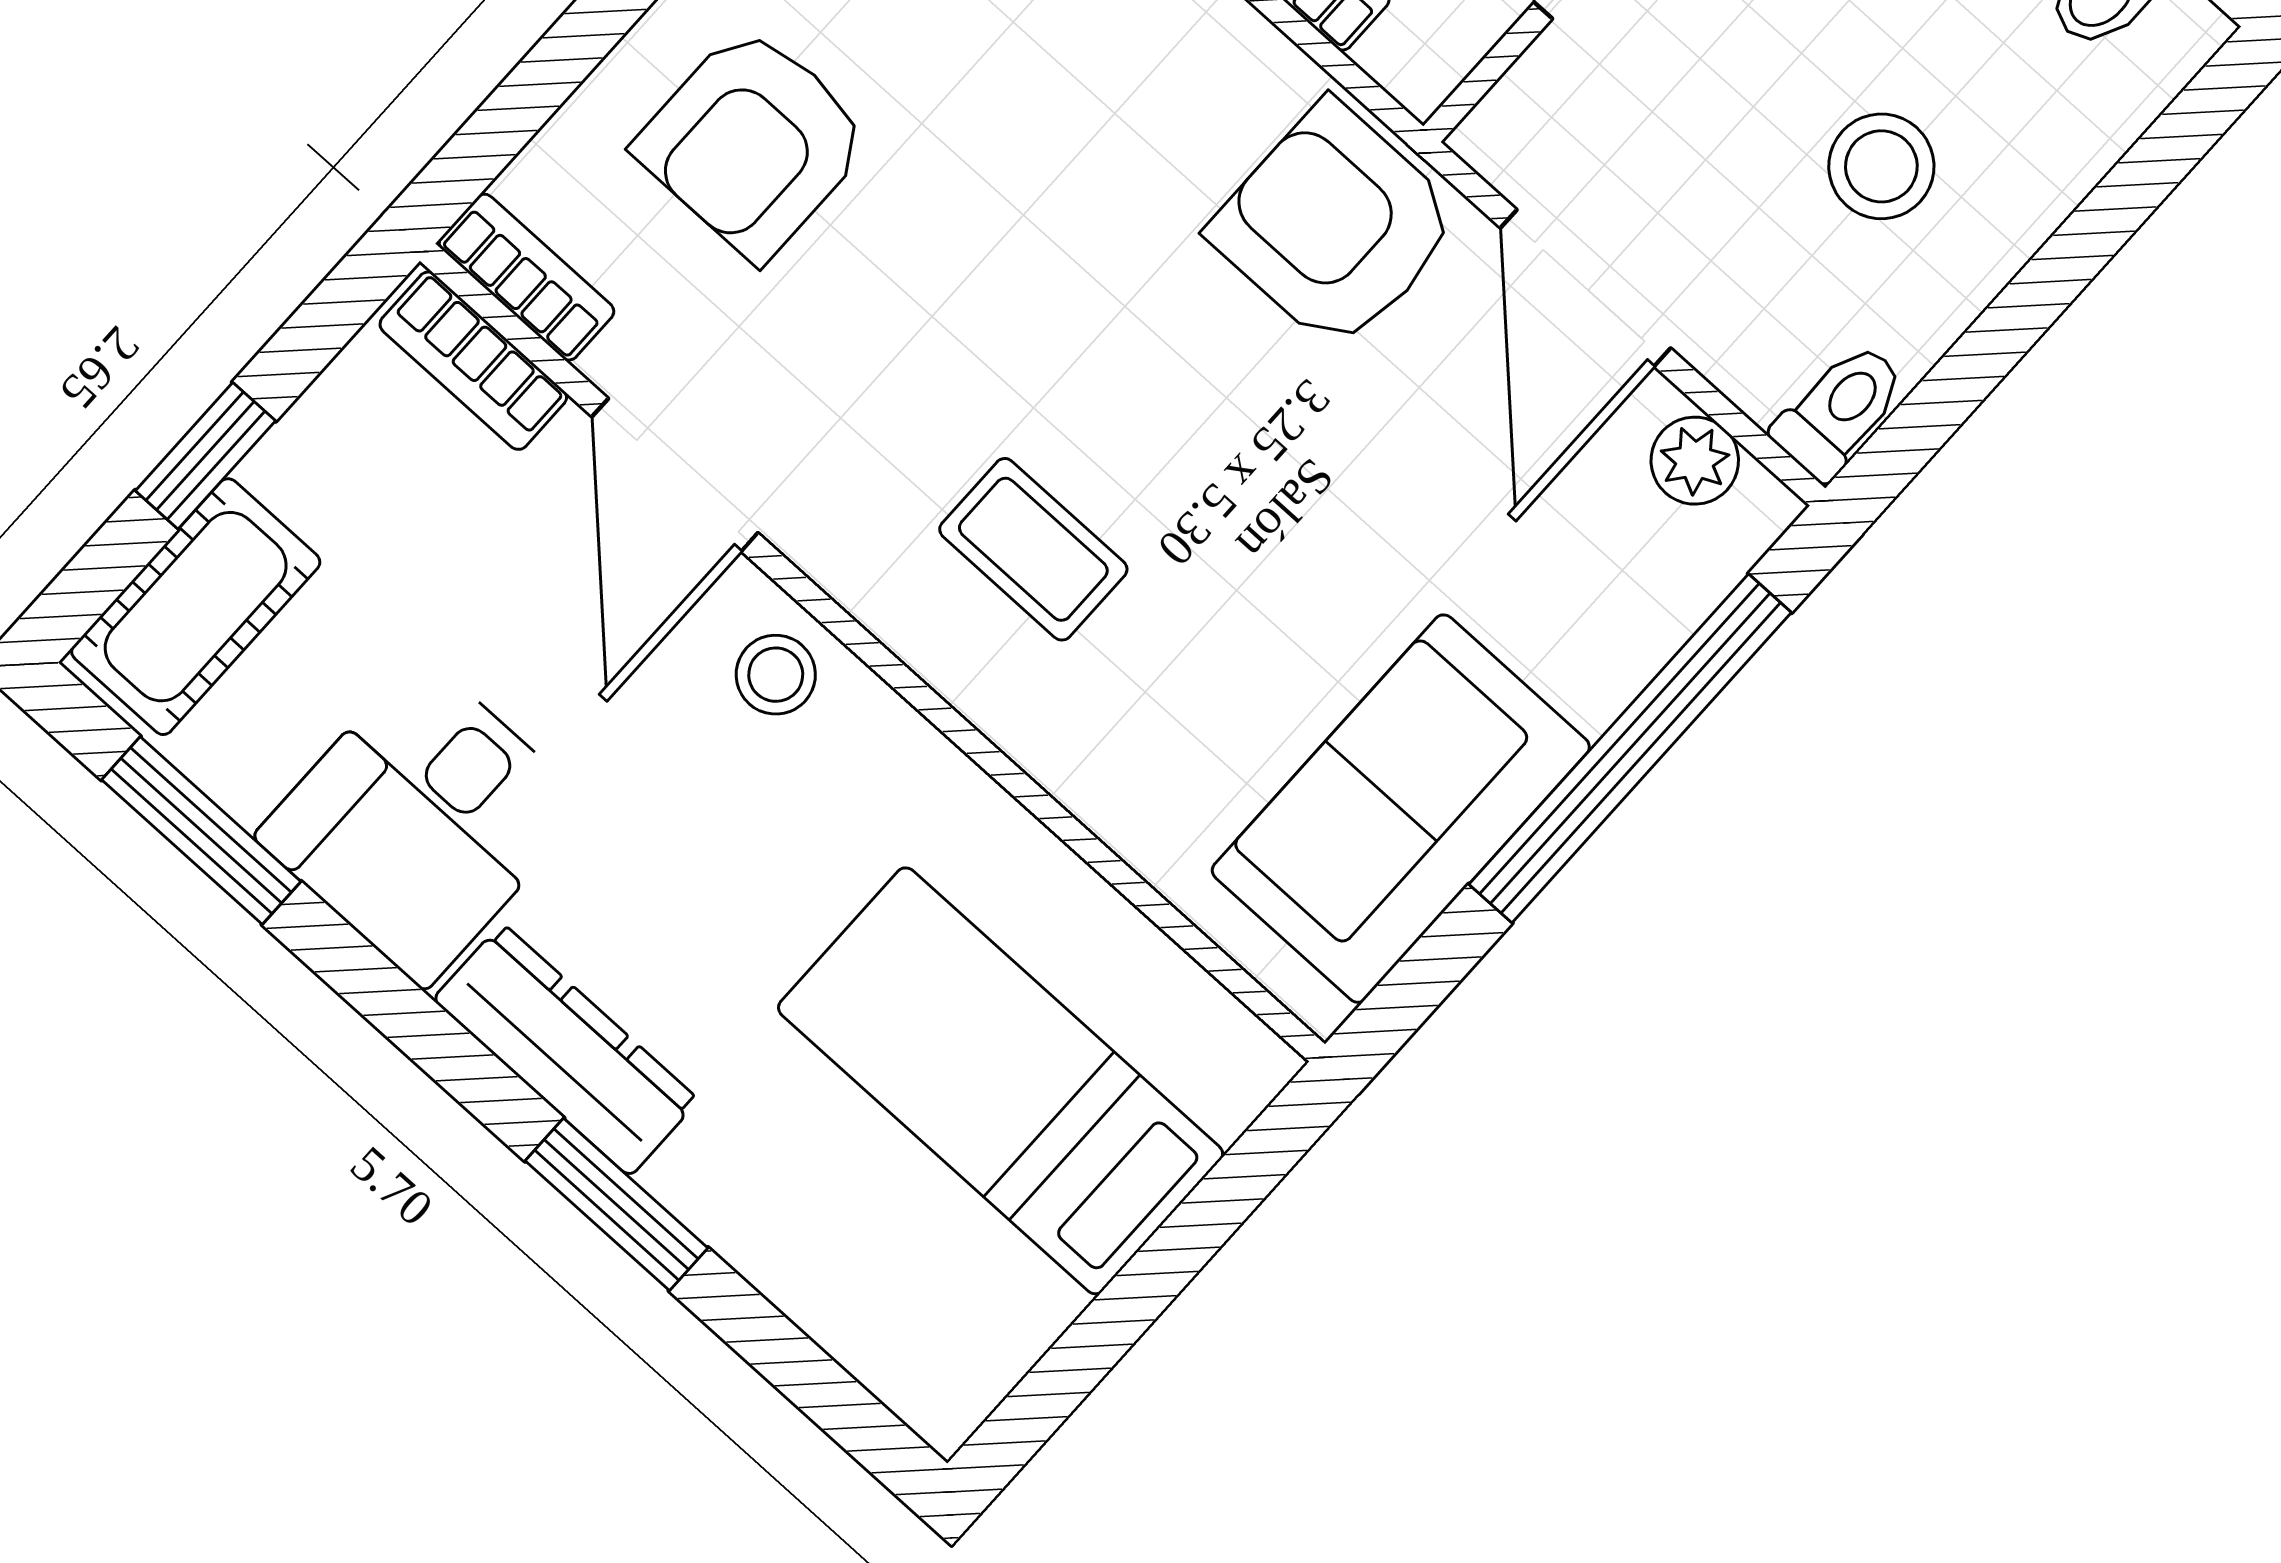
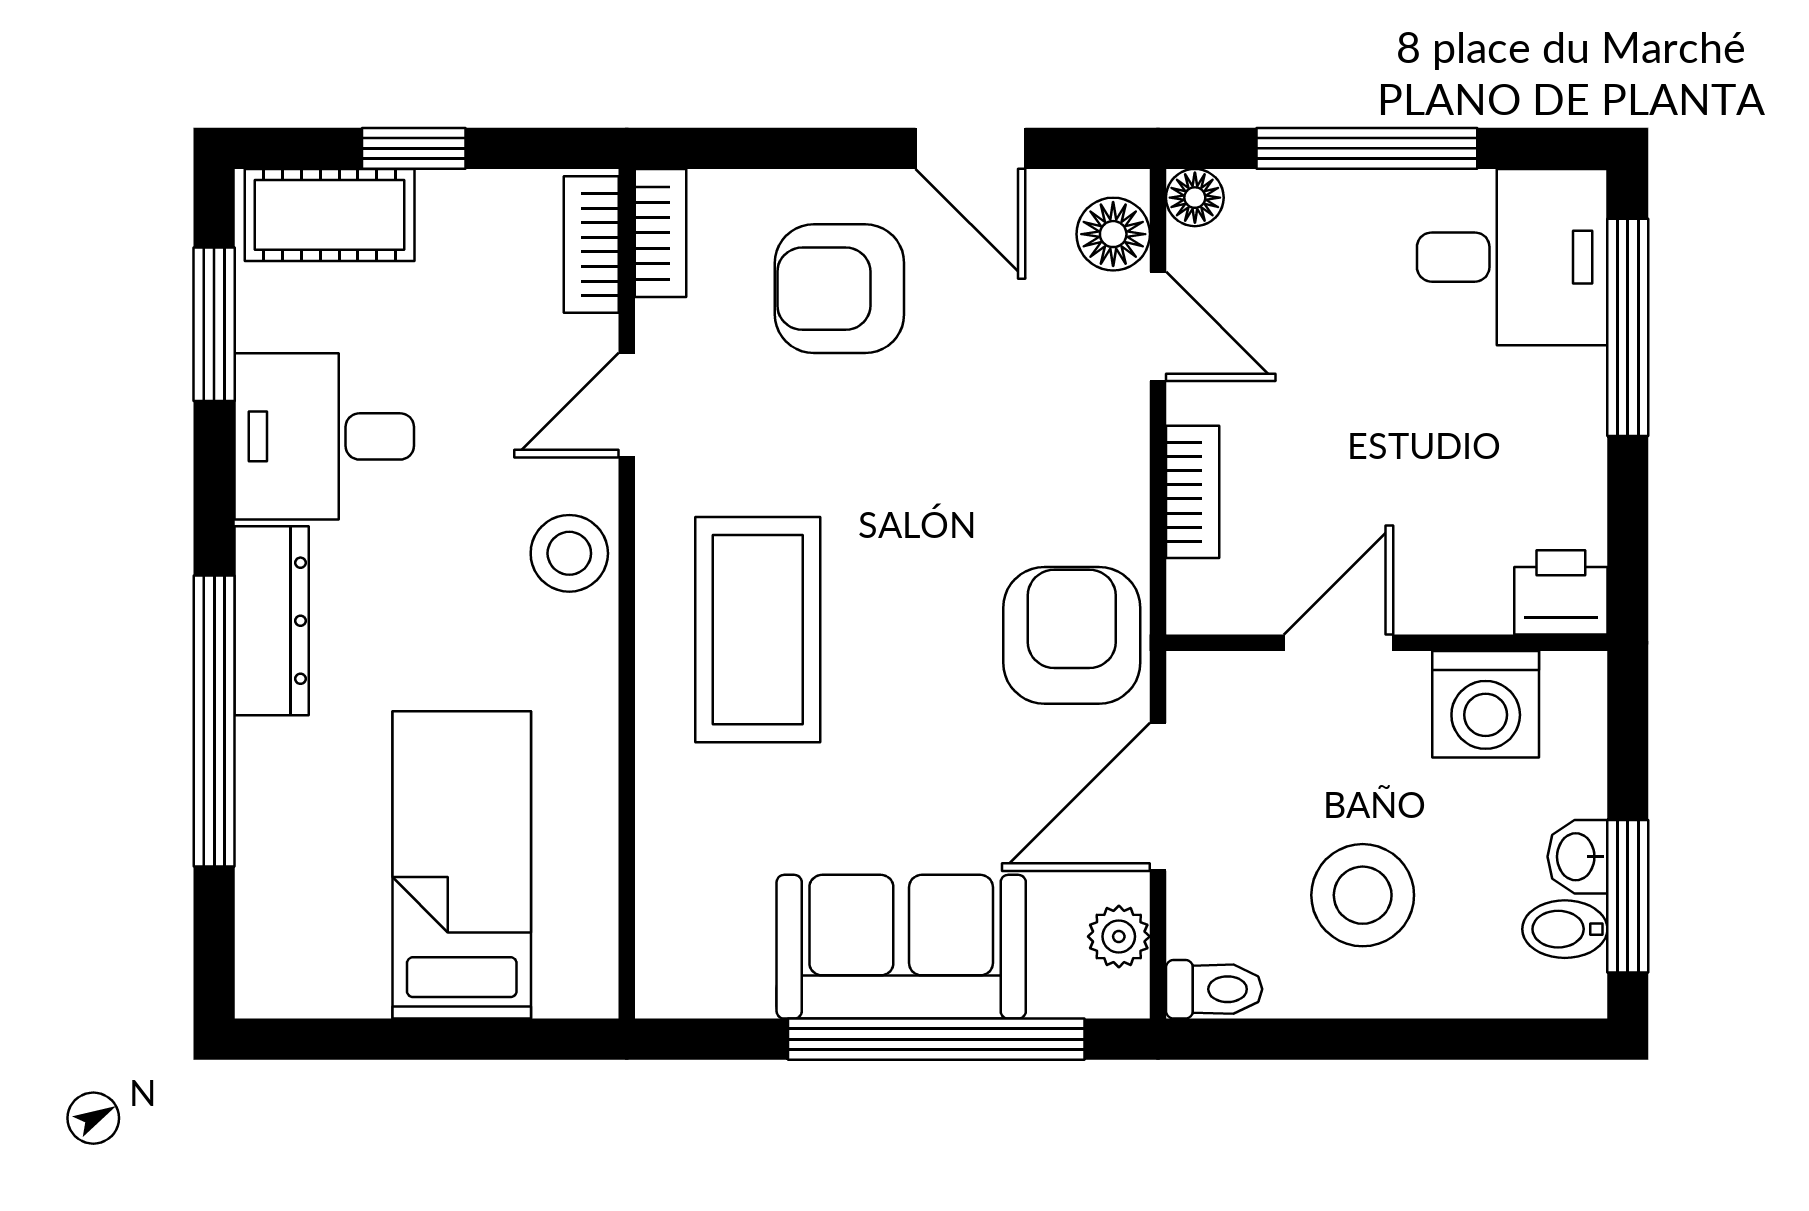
stool: (1881, 166) -> (1363, 895), width x1.38, depth x1.38
door: (675, 475) -> (627, 405), width x0.73
coffee table: (1033, 549) -> (758, 630), width x1.86, depth x1.72
stool: (776, 675) -> (569, 553), width x1.37, depth x1.37
sofa: (1401, 809) -> (901, 947), moved
window: (616, 1204) -> (214, 721), width x2.11

